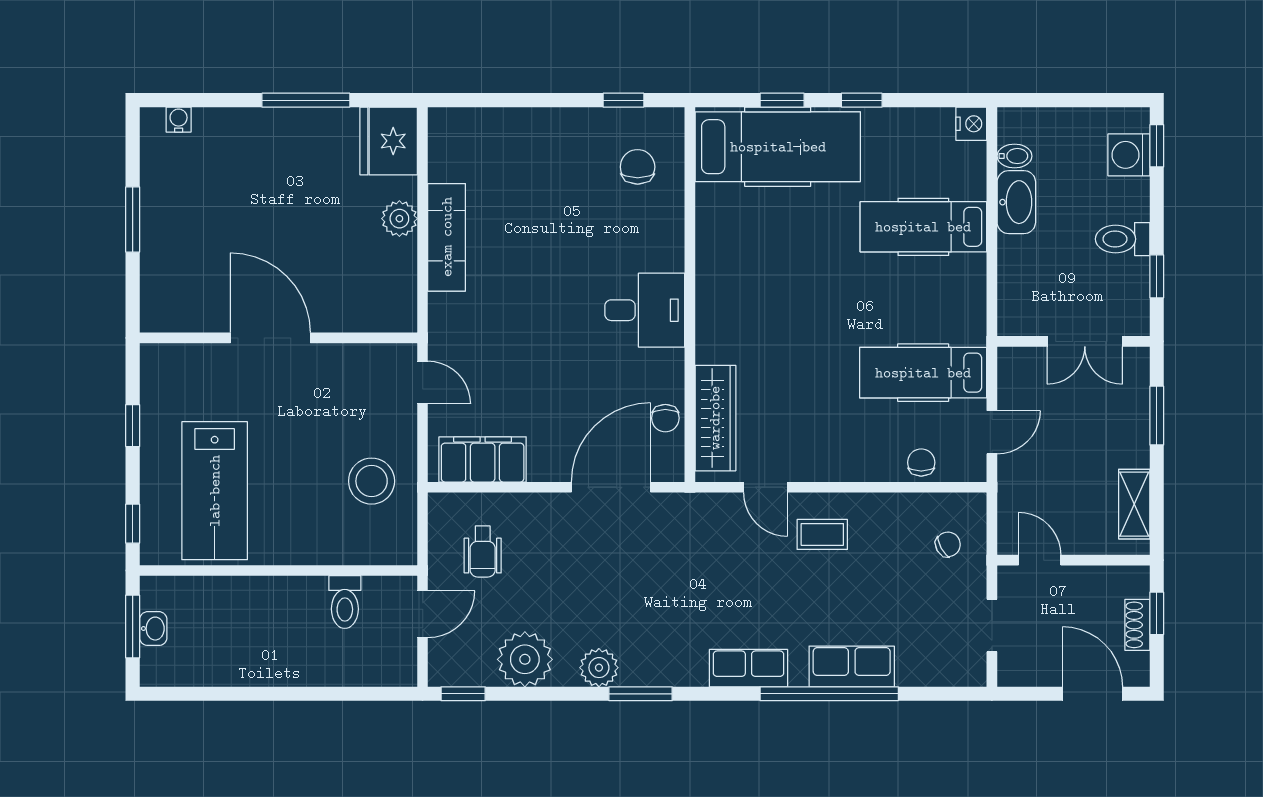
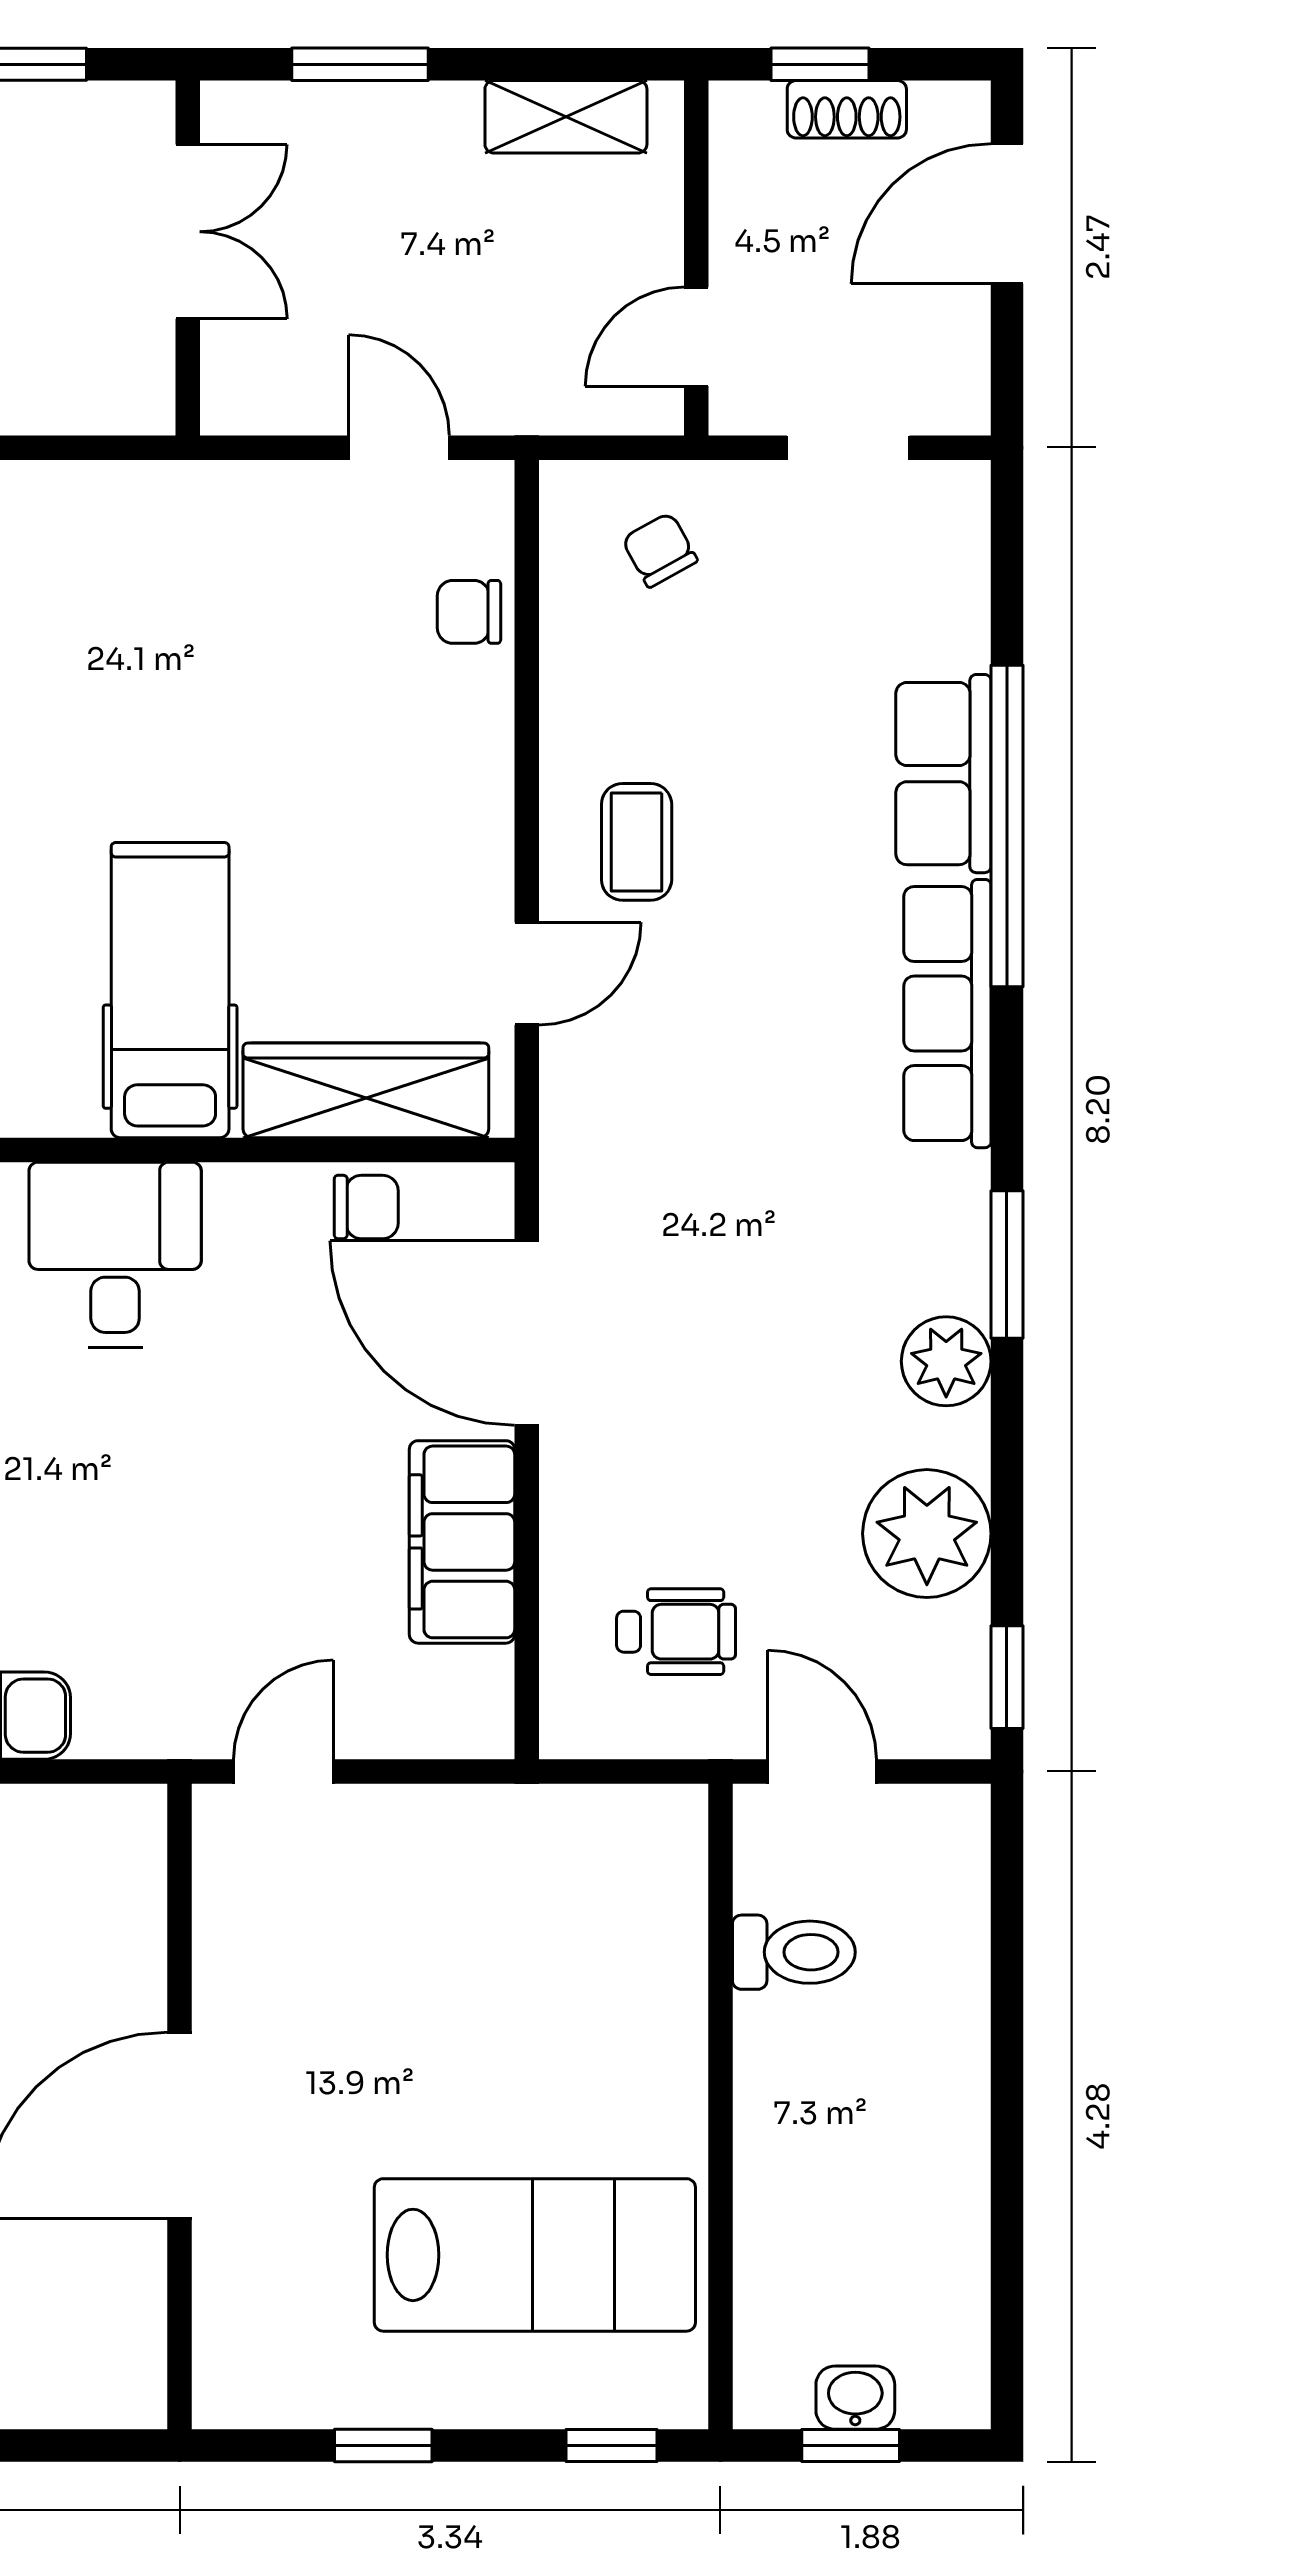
hospital bed: (923, 373) -> (170, 990), moved, turned 180
filing cabinet: (483, 459) -> (462, 1542), moved
stool: (372, 481) -> (512, 1890), removed
window: (133, 627) -> (851, 2446), width x0.67
row of seats: (748, 668) -> (947, 1014), width x1.48

